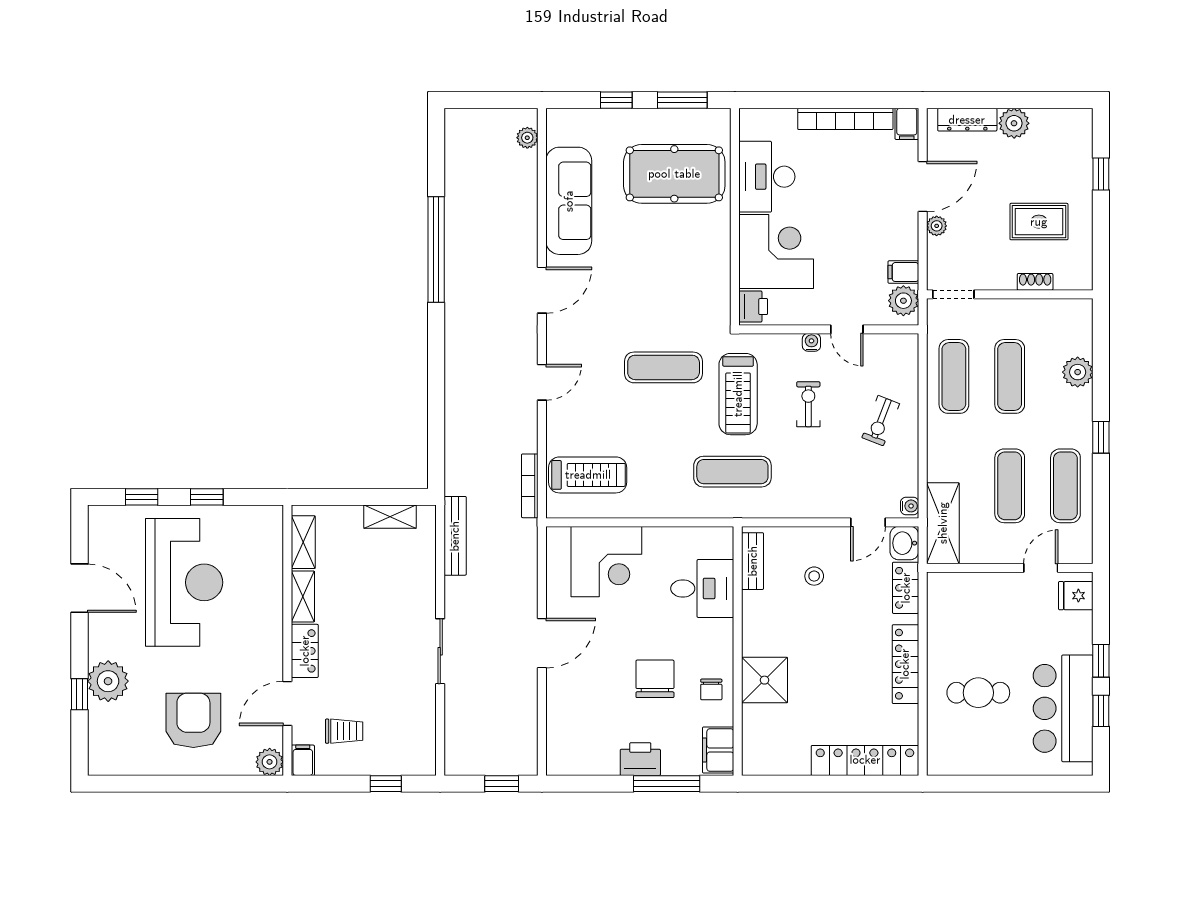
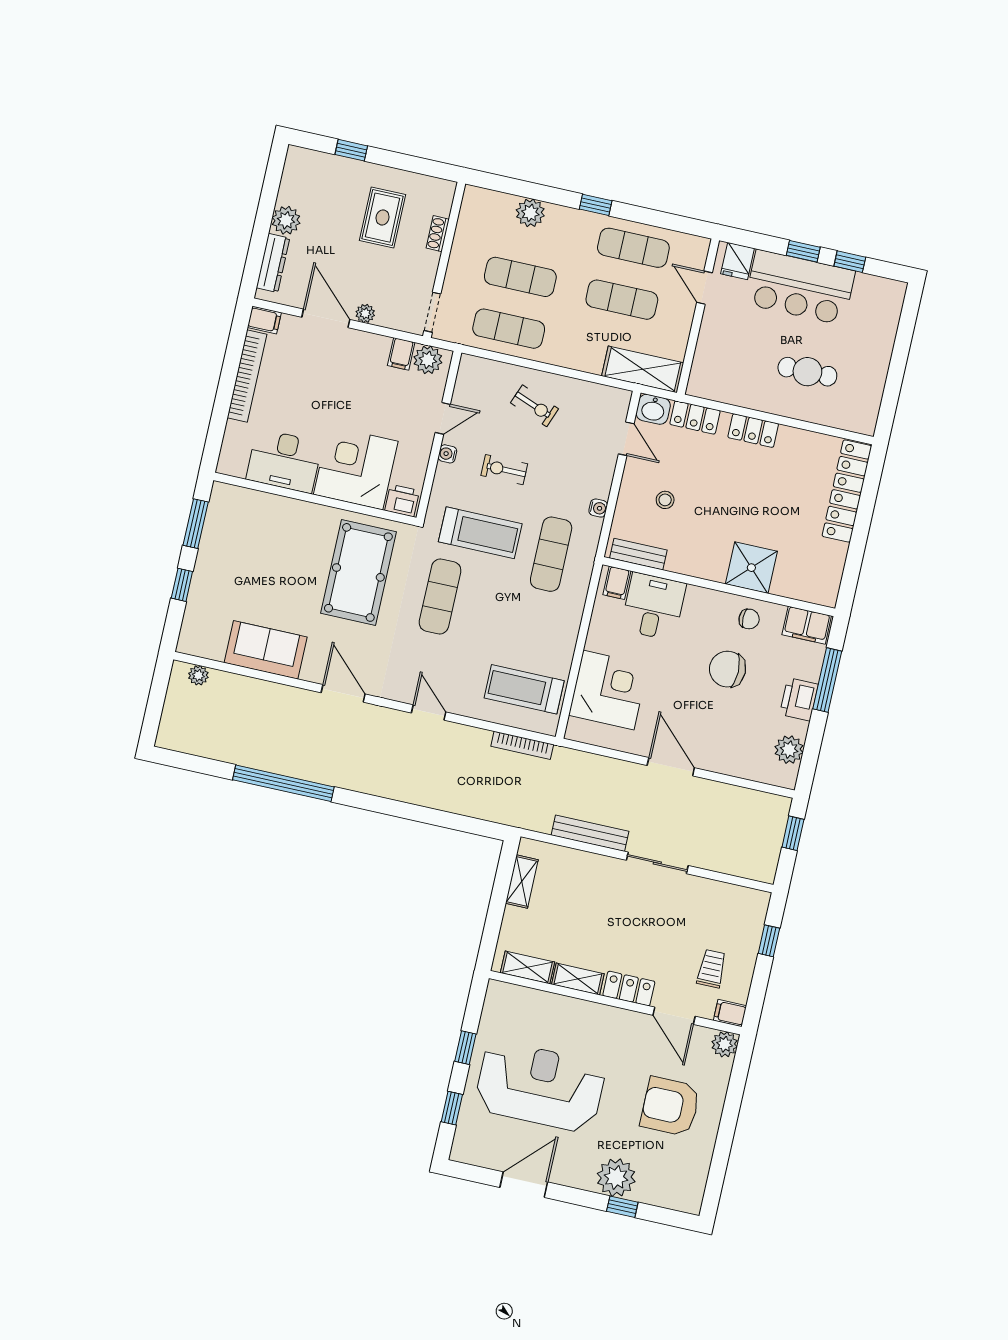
pool table: (674, 174) -> (358, 572), moved
sofa: (569, 201) -> (266, 650), width x0.73
treadmill: (588, 475) -> (524, 689), turned -90
water cooler: (910, 506) -> (598, 508), moved, turned 90
bench: (455, 536) -> (590, 833), moved
filing cabinet: (718, 546) -> (617, 583), added
locker: (905, 664) -> (753, 431), width x0.66
cafe table: (978, 693) -> (807, 372), turned 90
bar counter: (1063, 708) -> (800, 287), moved
plant: (586, 760) -> (789, 750), added

